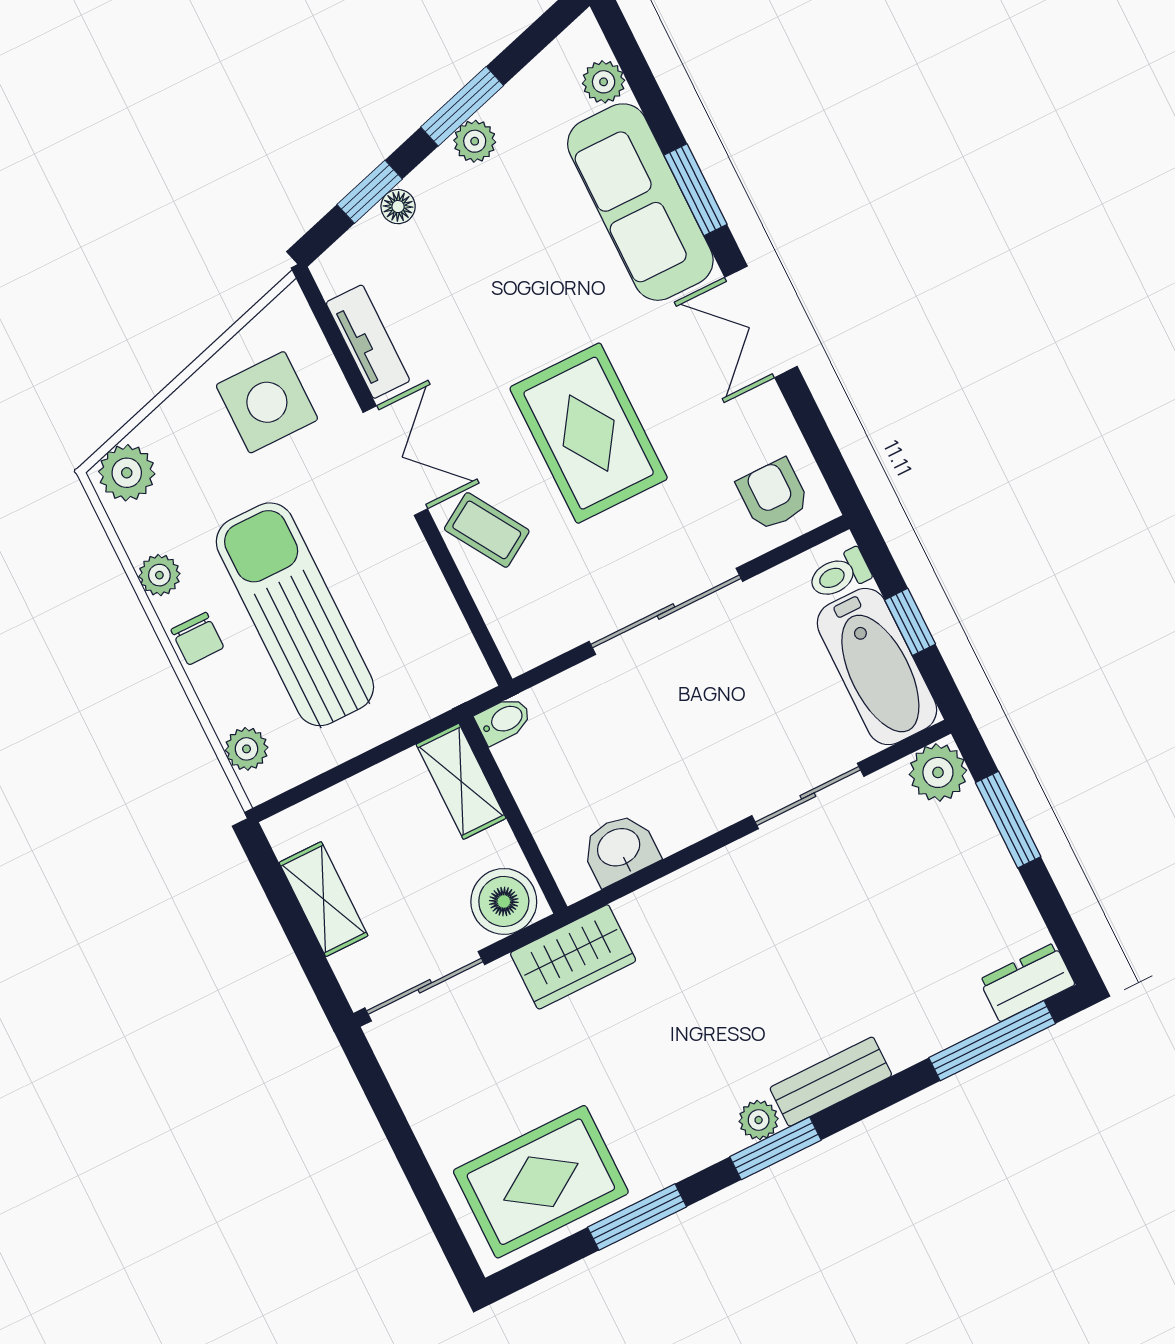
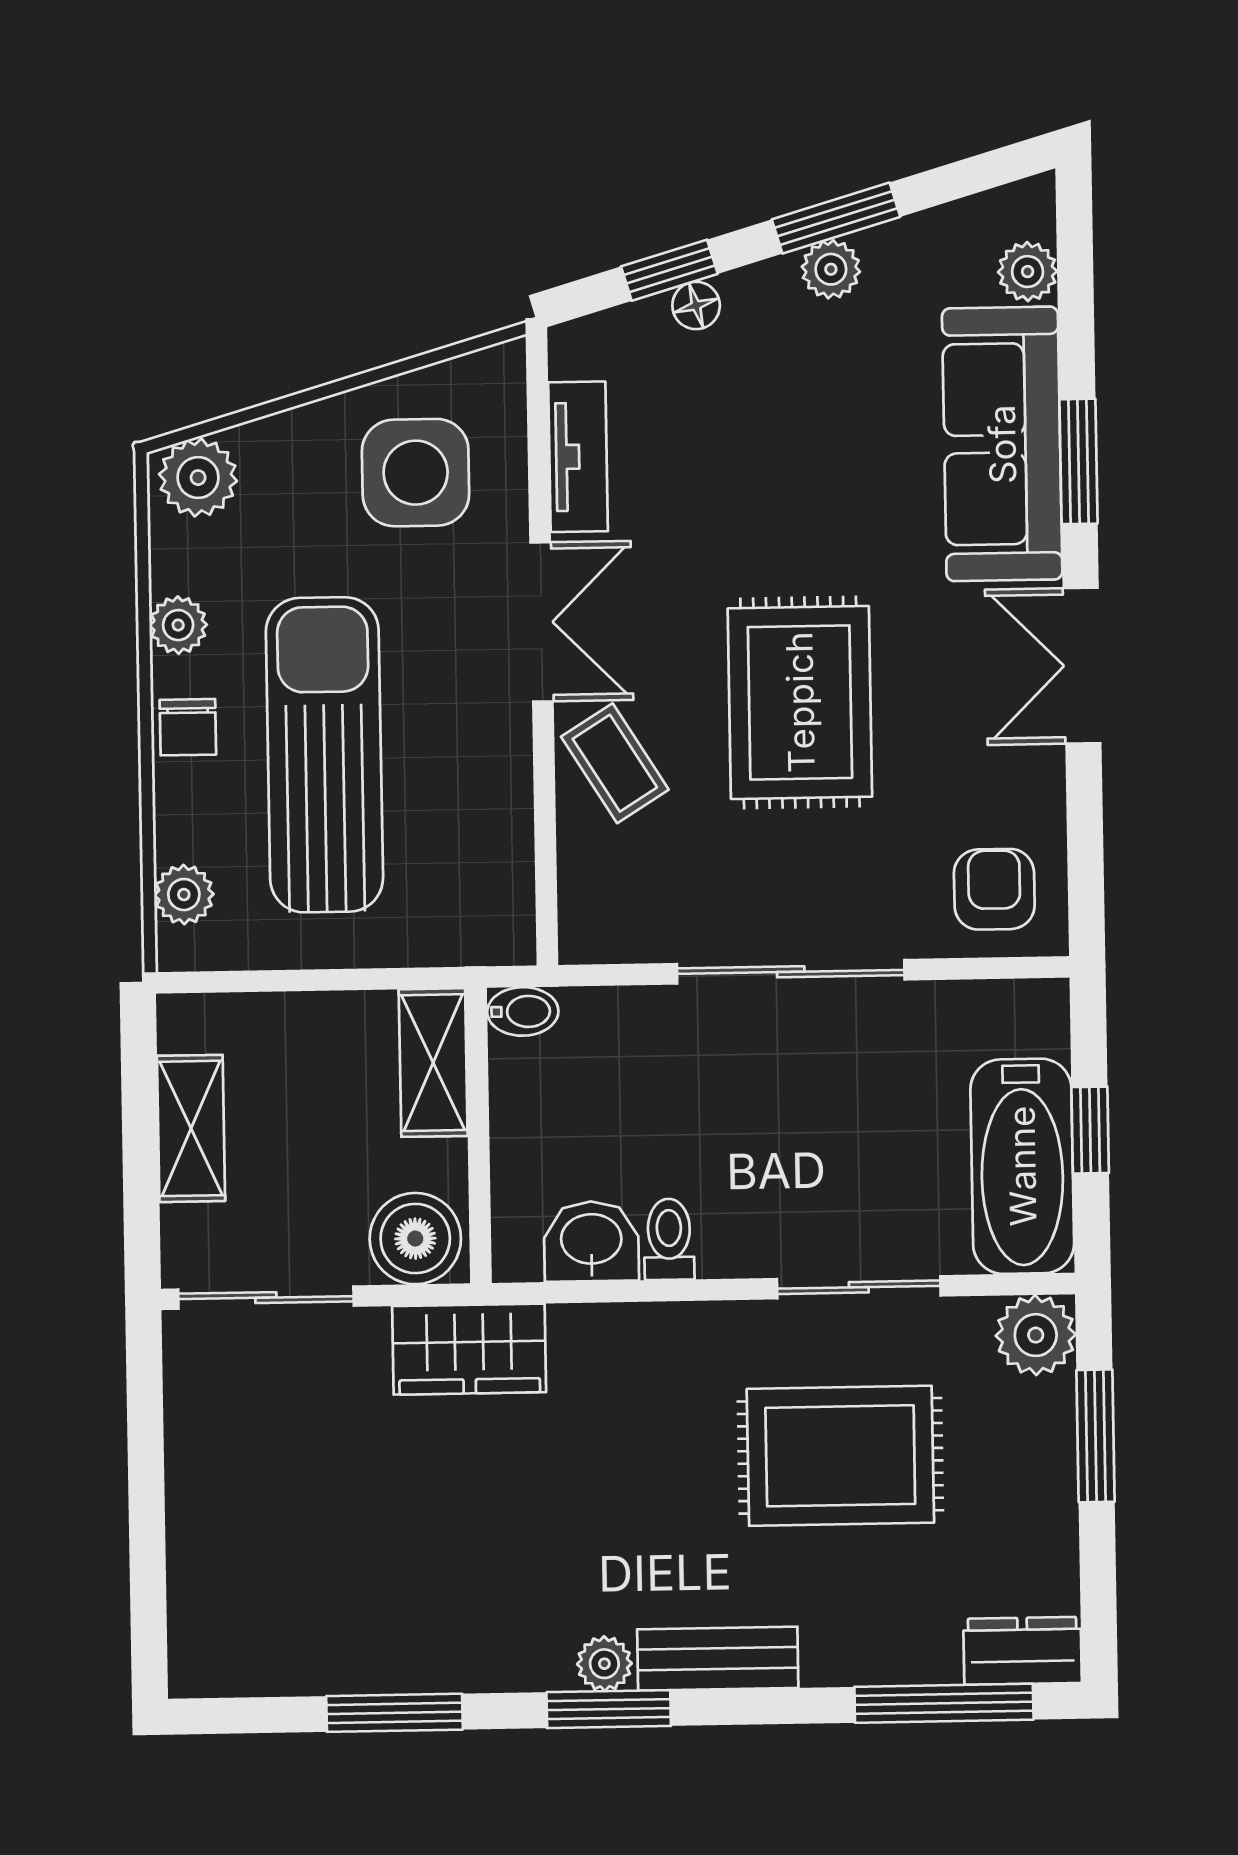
toilet: (839, 574) -> (669, 1239), moved, turned 90
rug: (541, 1182) -> (840, 1456), moved

